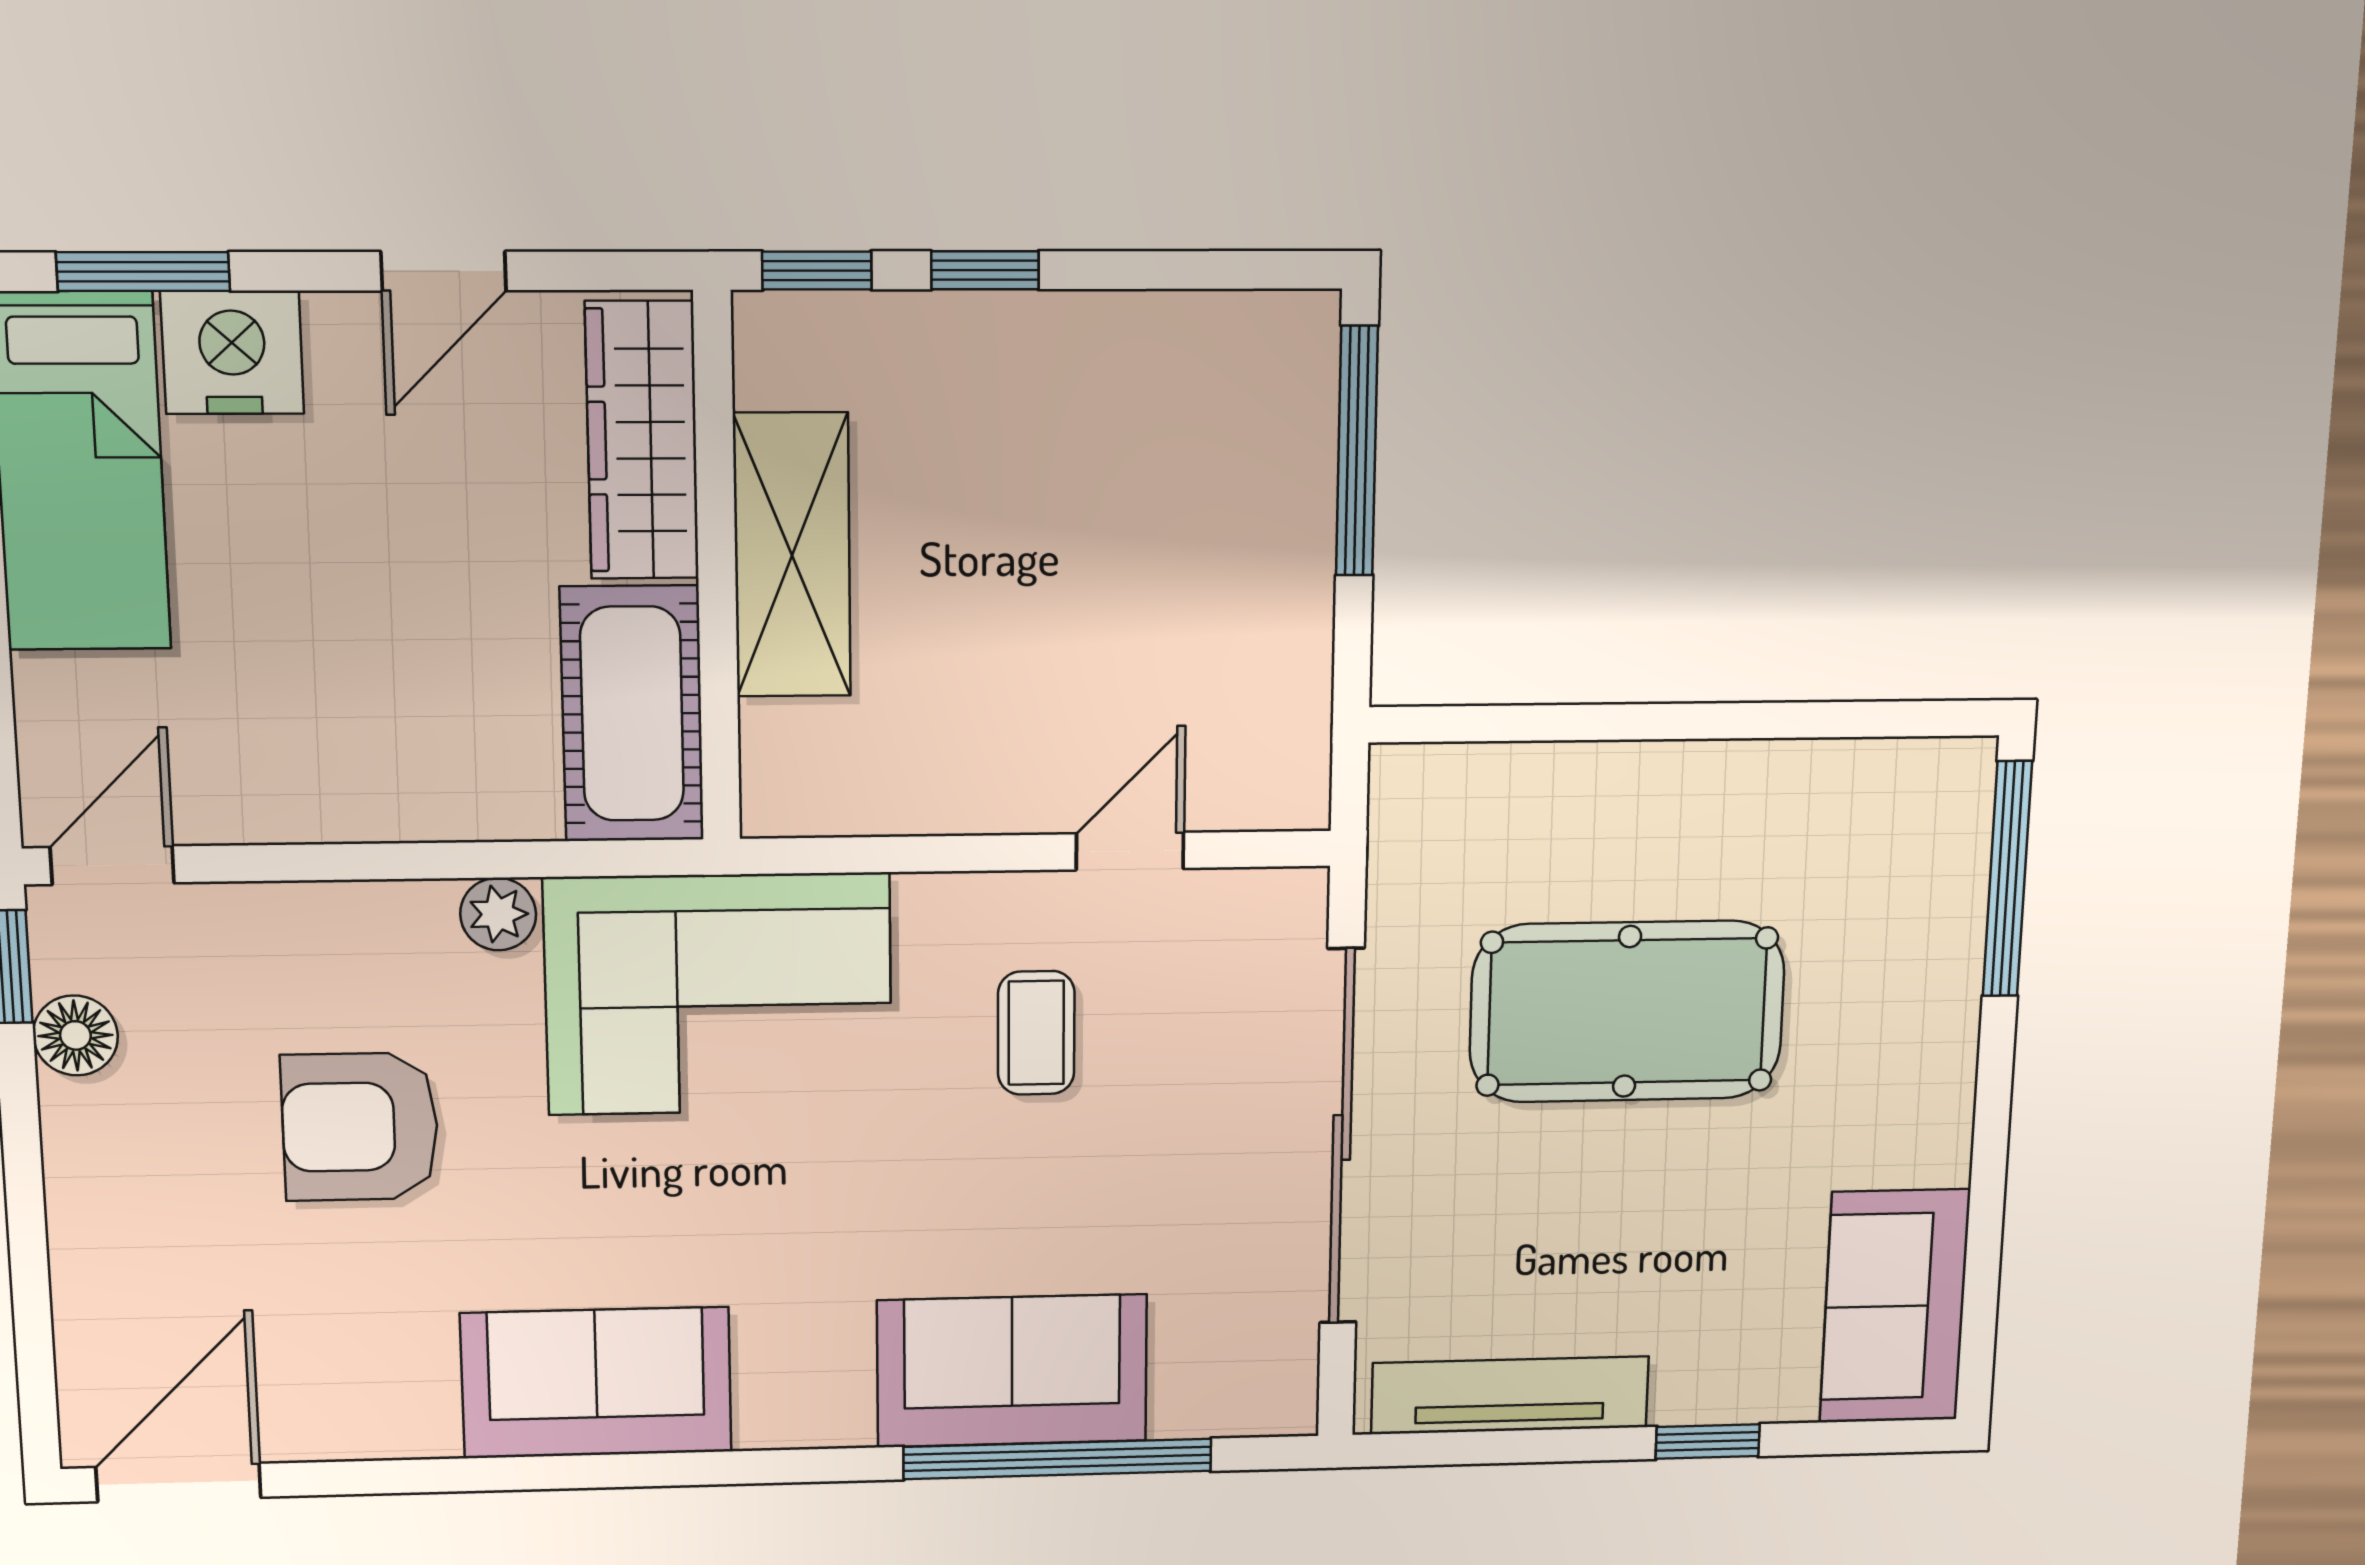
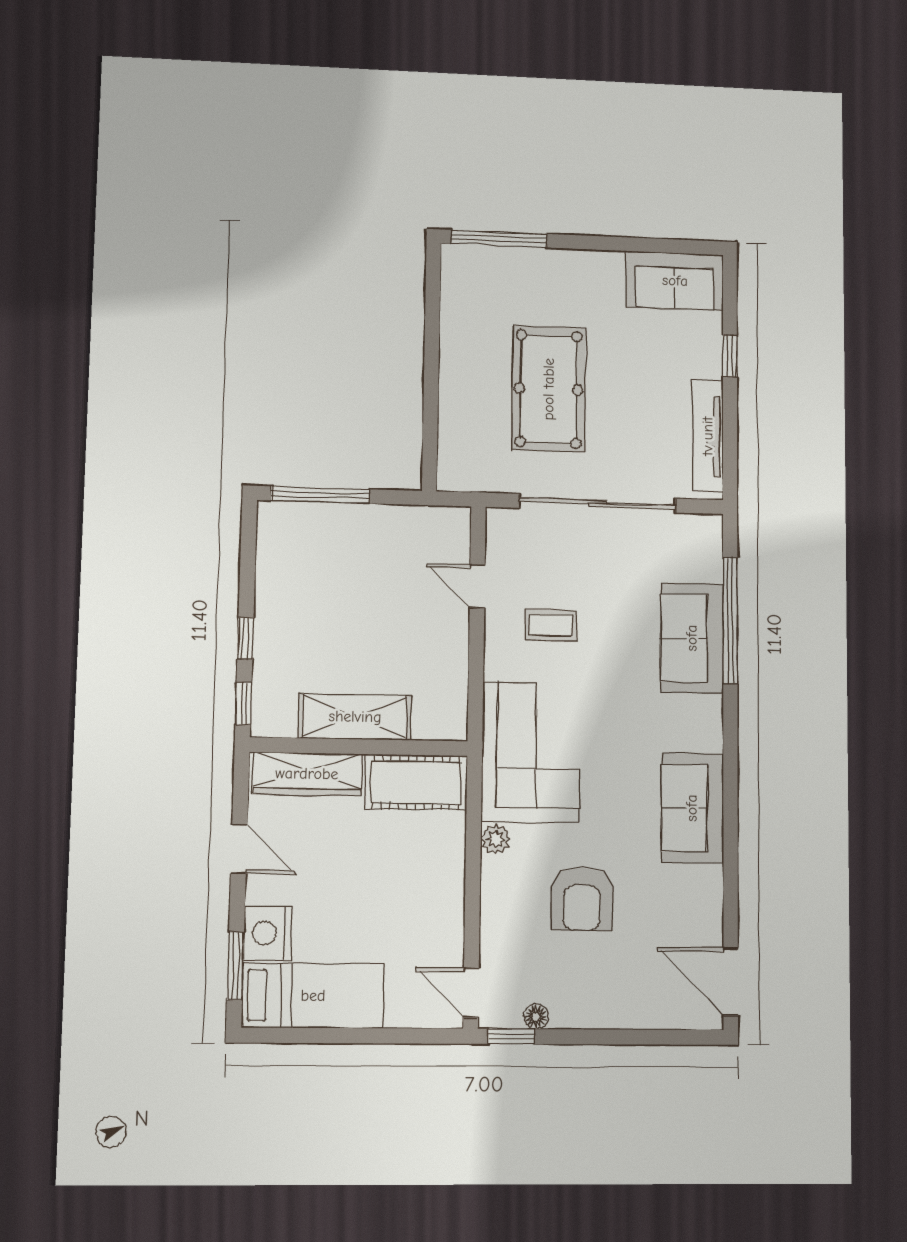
floor lamp: (75, 1035) -> (536, 1017), width x0.73, depth x0.73

